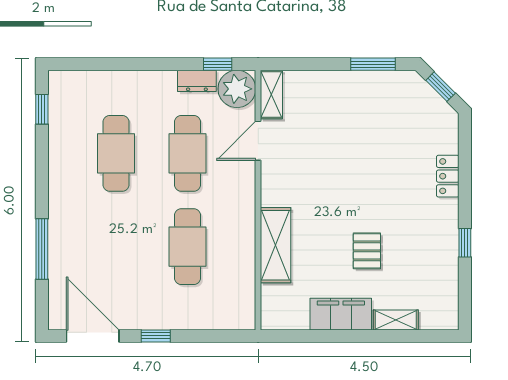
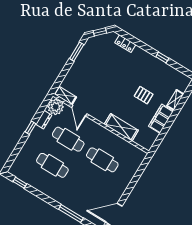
window: (218, 64) -> (30, 128), moved
locker: (448, 176) -> (125, 44), moved
window: (156, 336) -> (128, 191), removed

